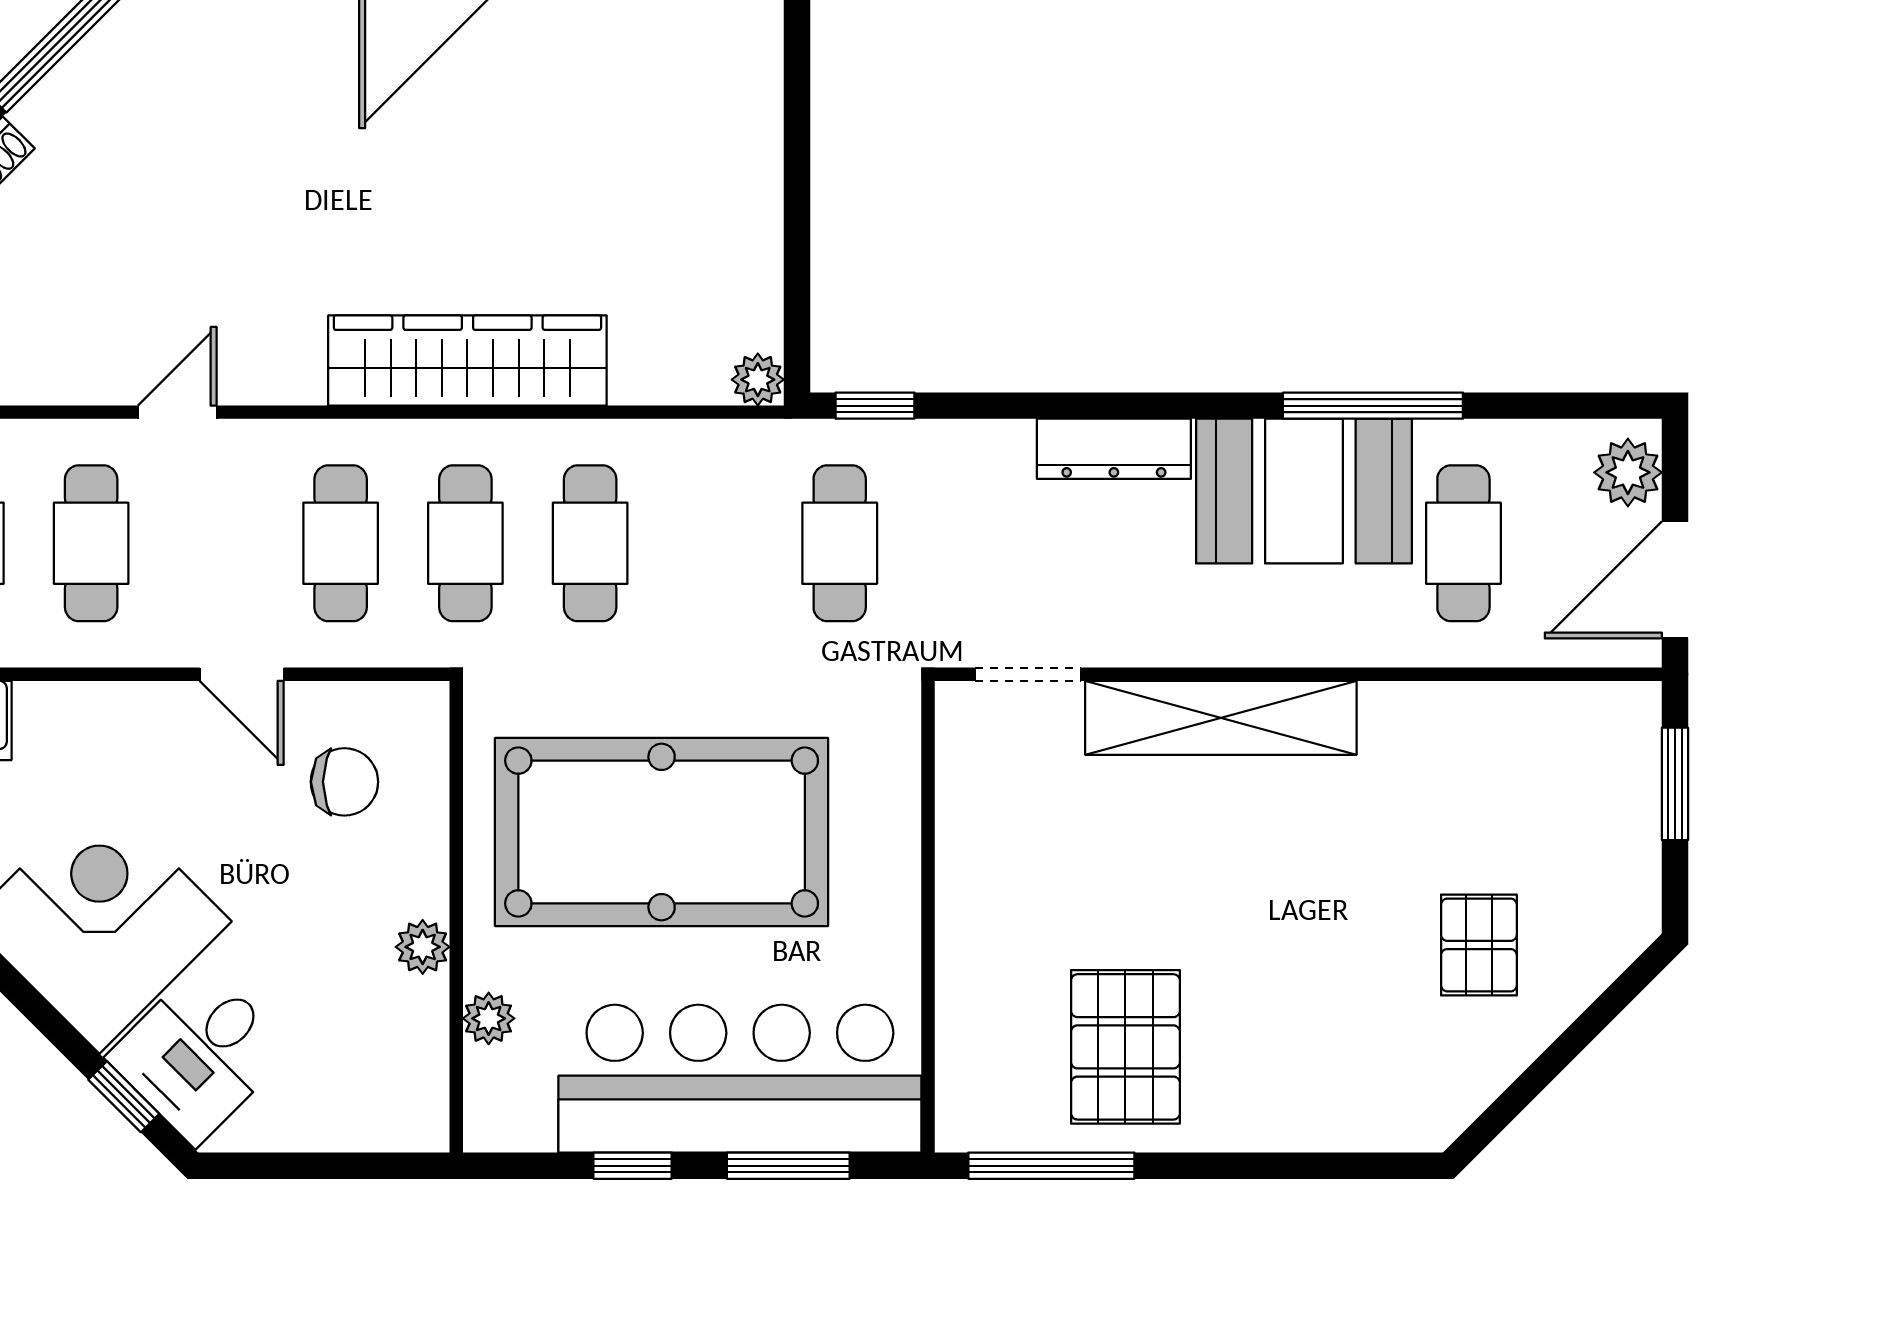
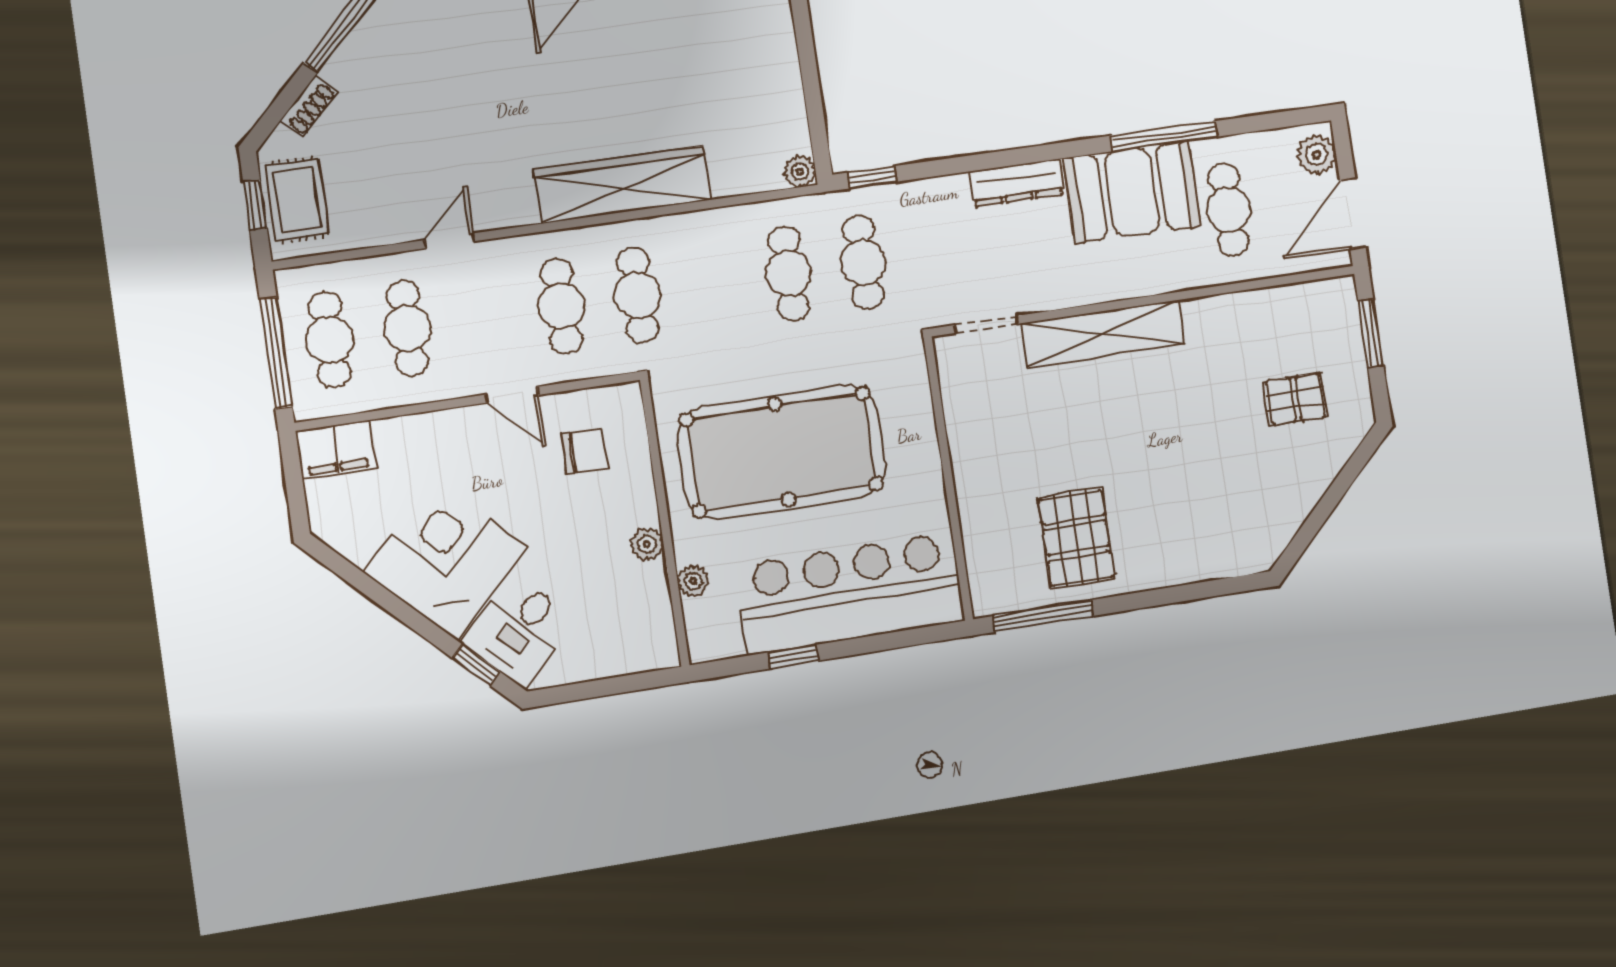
cafe table: (590, 543) -> (788, 273), moved
pallet: (1479, 945) -> (1295, 399), moved, turned 90
window: (788, 1166) -> (887, 641), removed

